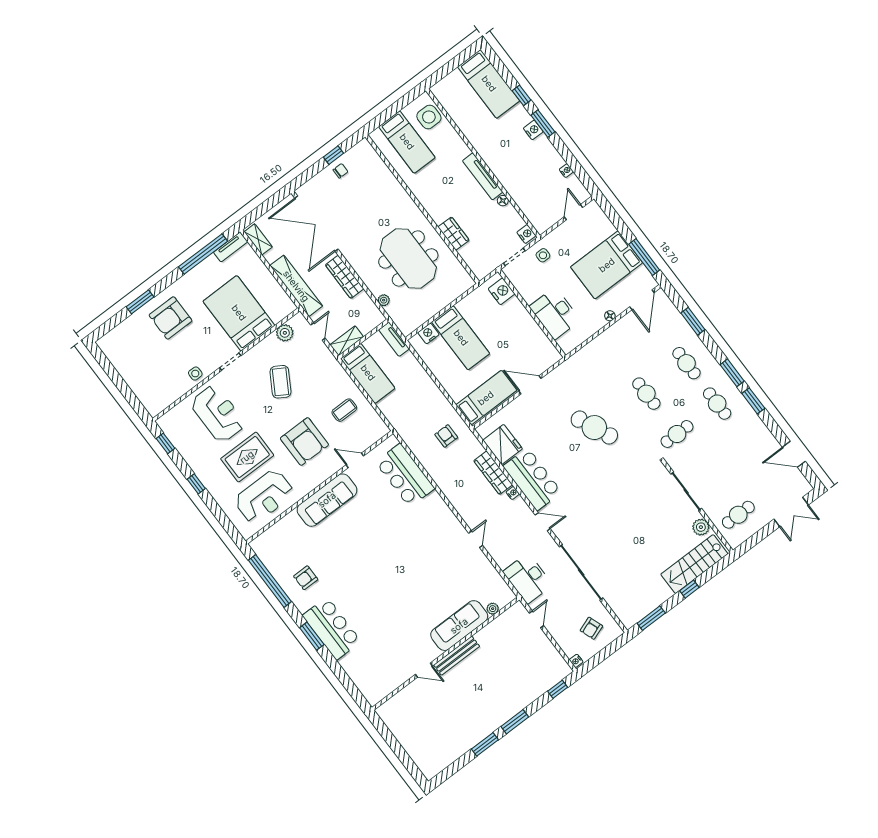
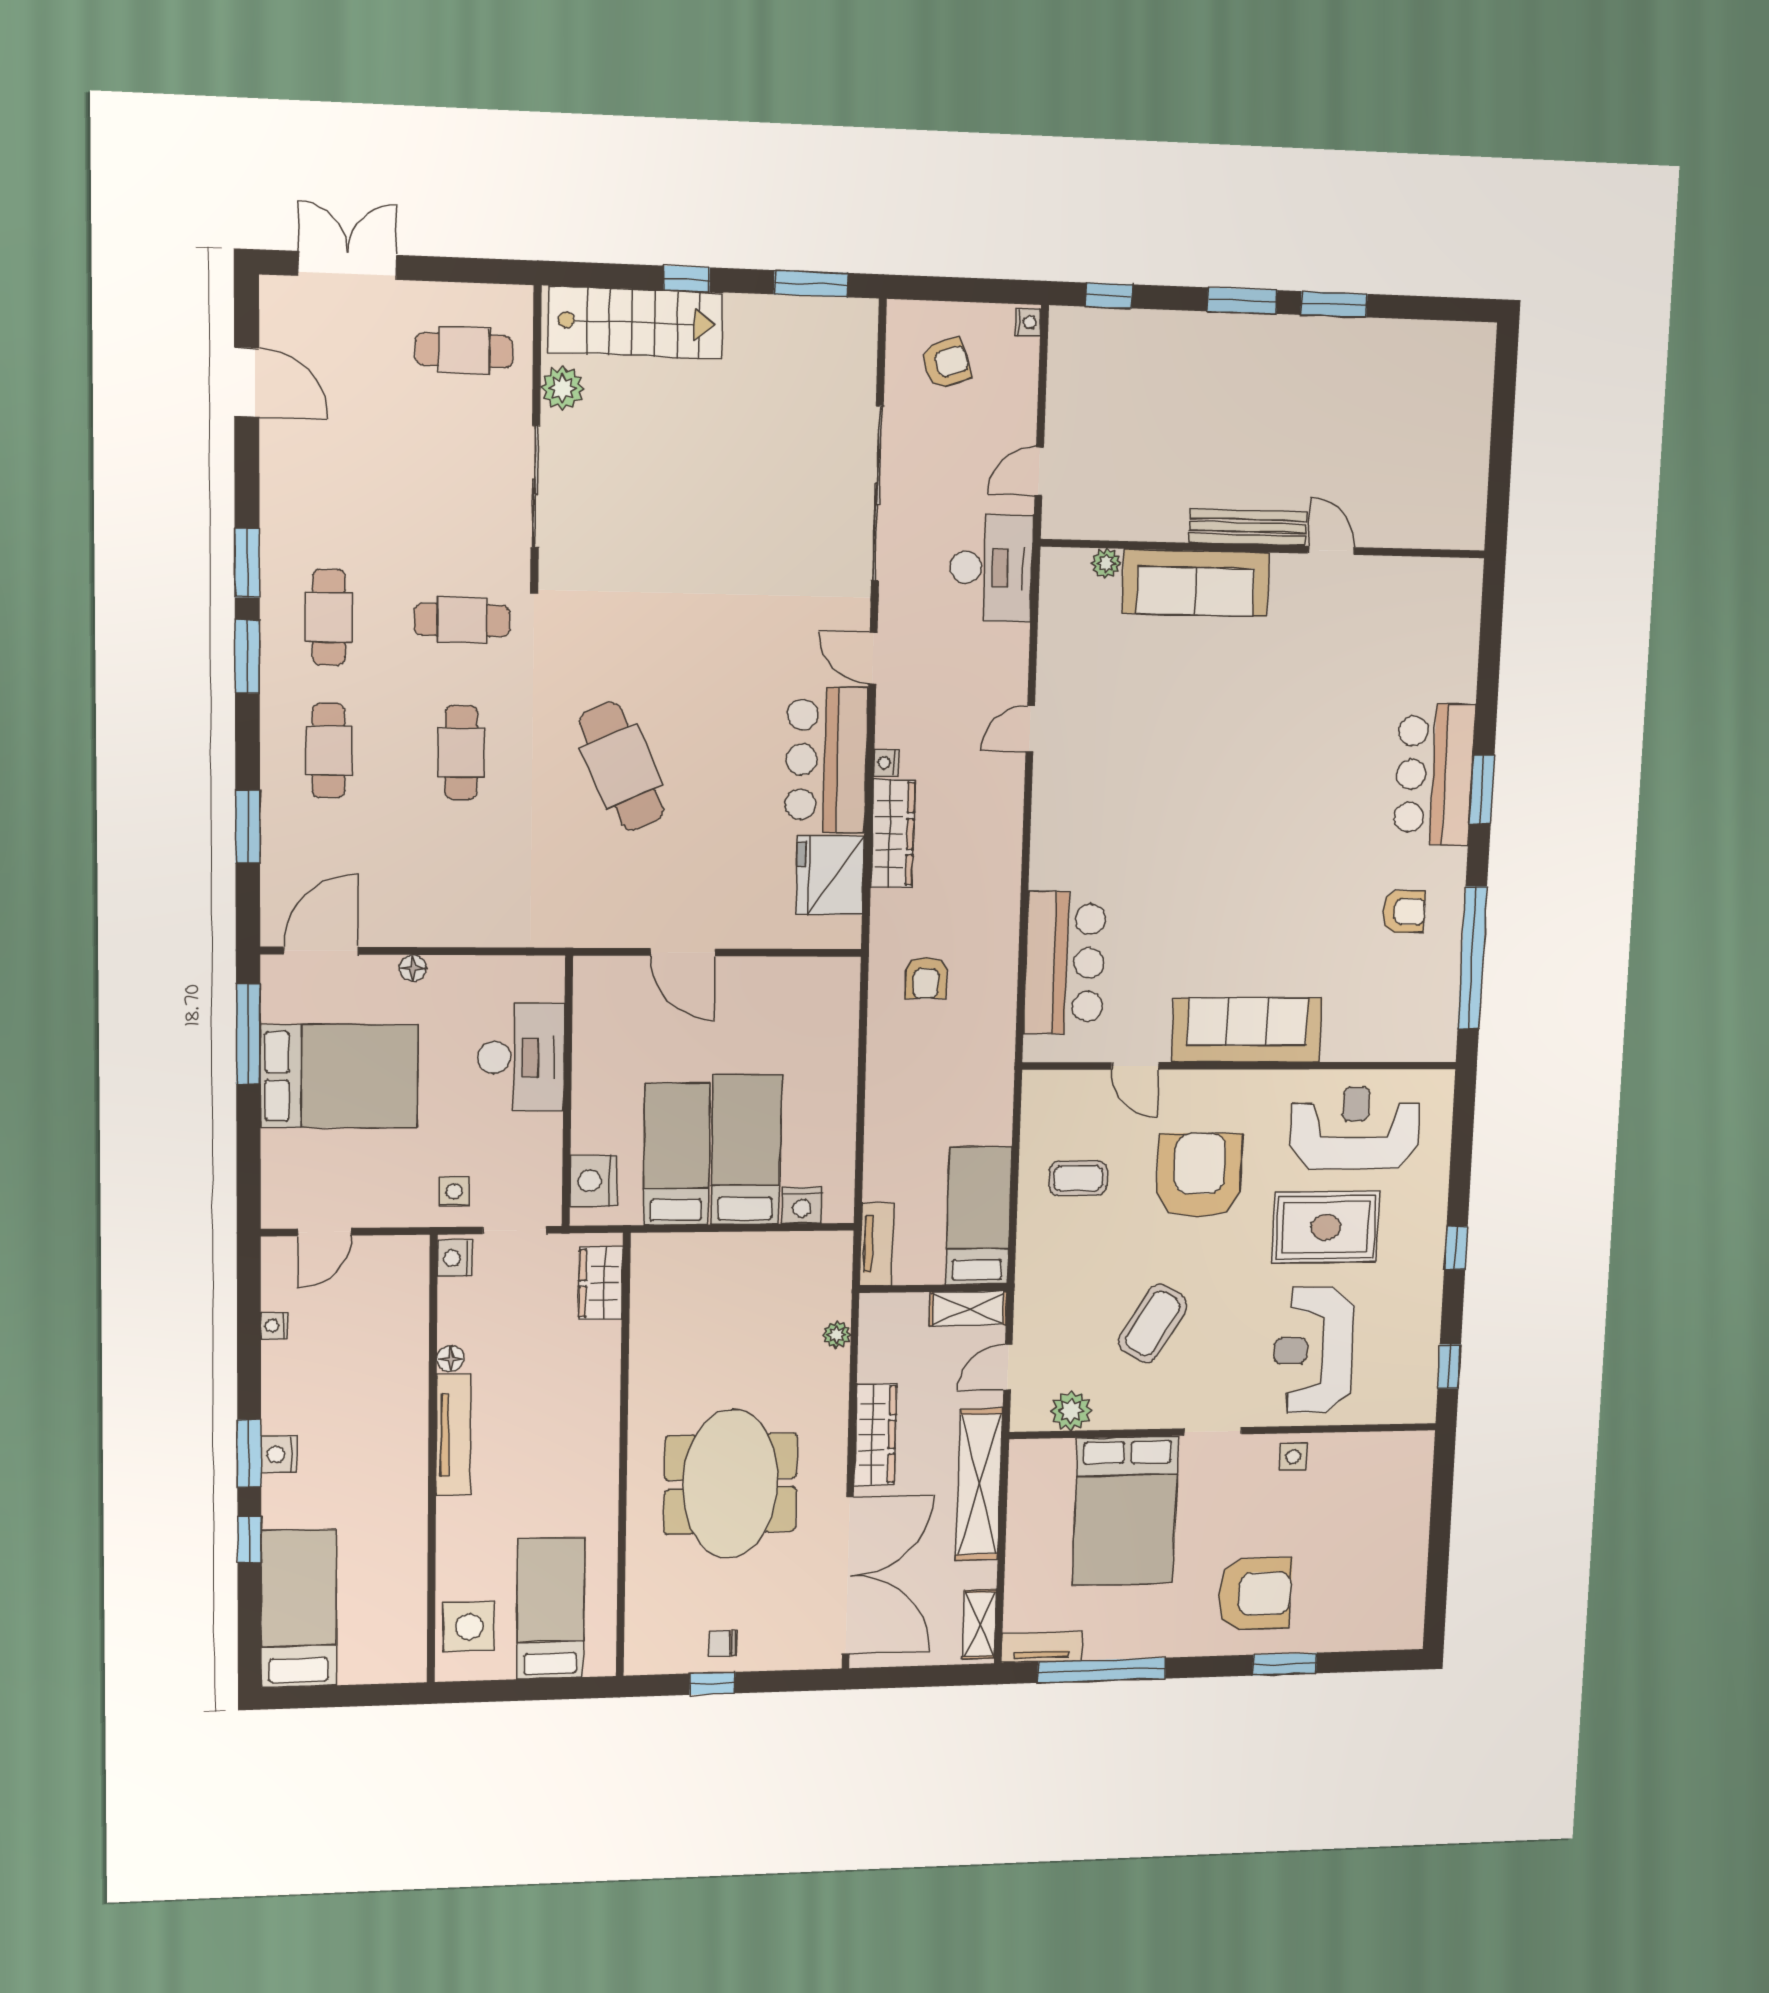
wardrobe: (453, 234) -> (601, 1283), moved
meeting table: (408, 258) -> (731, 1484), moved
bed: (486, 398) -> (677, 1154), moved, turned 90

